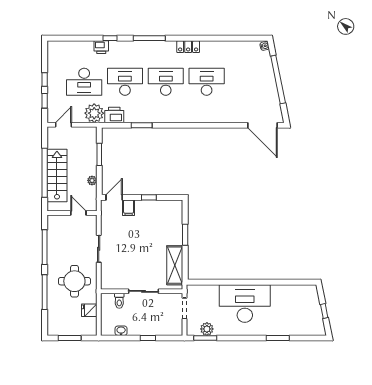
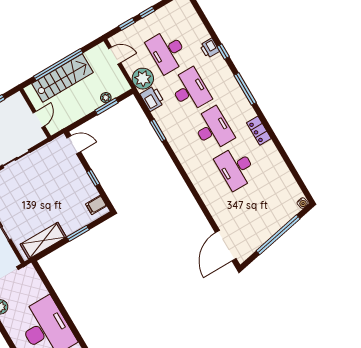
desk: (207, 82) -> (236, 168), turned 180
plant: (92, 180) -> (106, 98), moved
filing cabinet: (129, 208) -> (96, 205), moved

